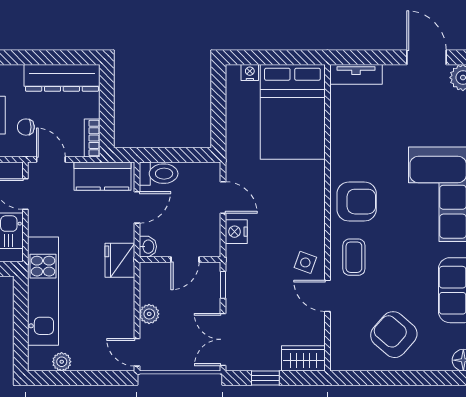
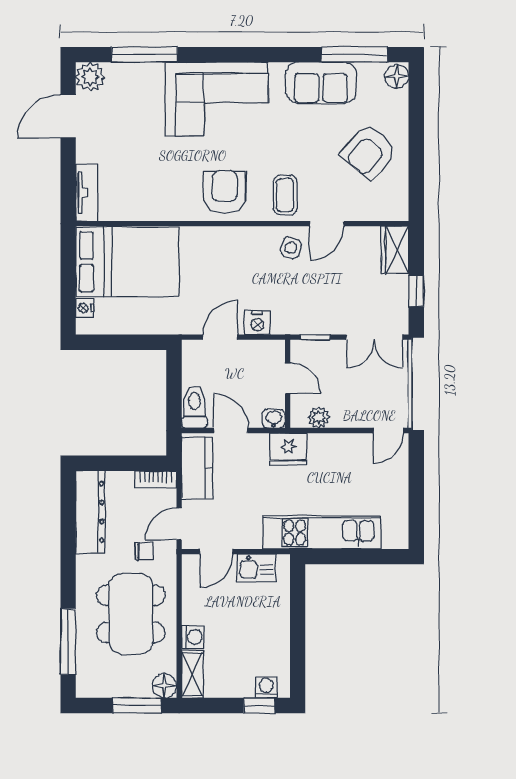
chair: (26, 127) -> (144, 551), turned -90
coffee table: (354, 257) -> (285, 195), turned 90
plant: (149, 314) -> (319, 417), moved
plant: (62, 362) -> (399, 512), removed

